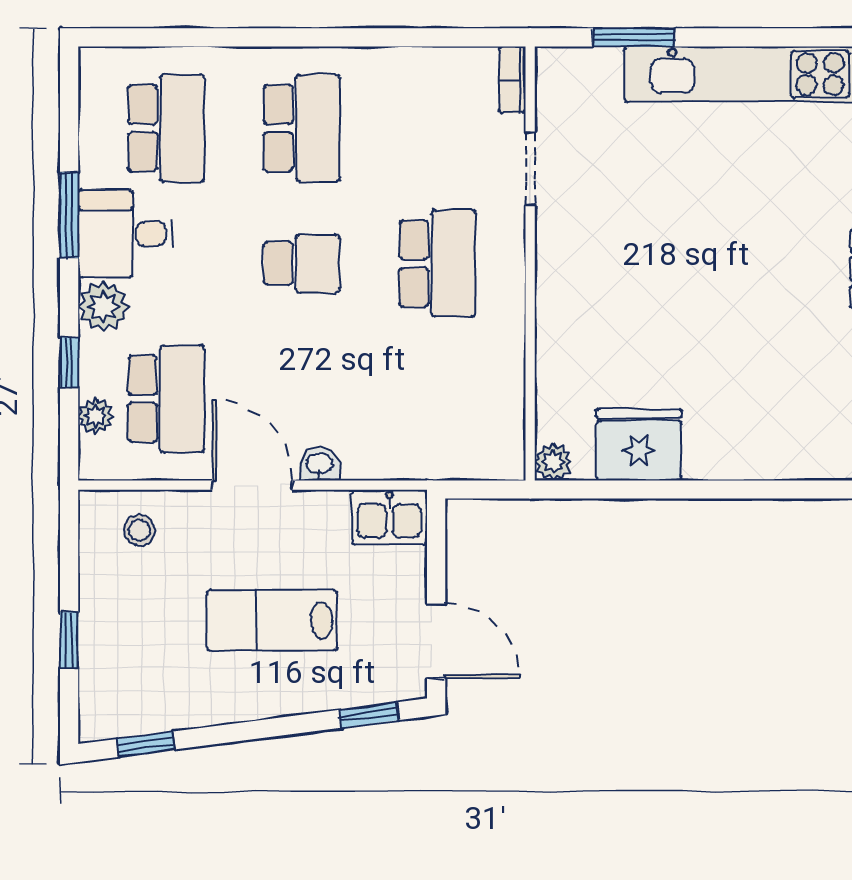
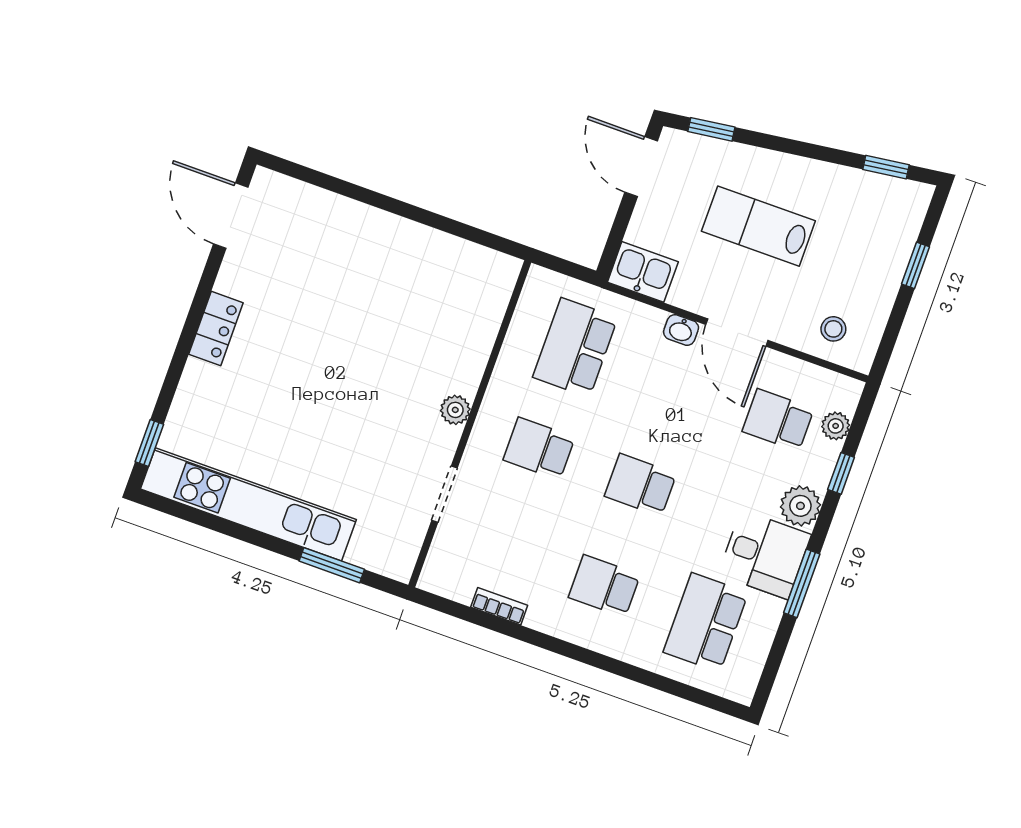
bookcase: (512, 80) -> (499, 606), moved, turned -90
school desk: (302, 128) -> (604, 586), width x0.54
school desk: (437, 263) -> (539, 449), width x0.54
school desk: (166, 399) -> (778, 420), width x0.54
school desk: (437, 399) -> (575, 347), added
fridge: (639, 445) -> (437, 259), removed
plant: (553, 462) -> (455, 410), moved
lab bench: (272, 620) -> (758, 226), turned 180

